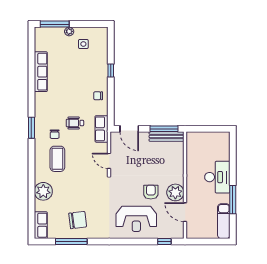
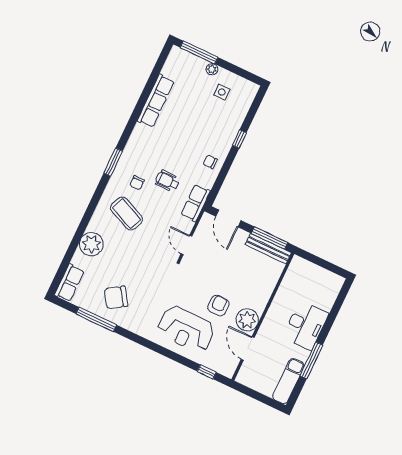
coffee table: (57, 159) -> (126, 214), turned -67
chair: (78, 220) -> (116, 297), turned 153

